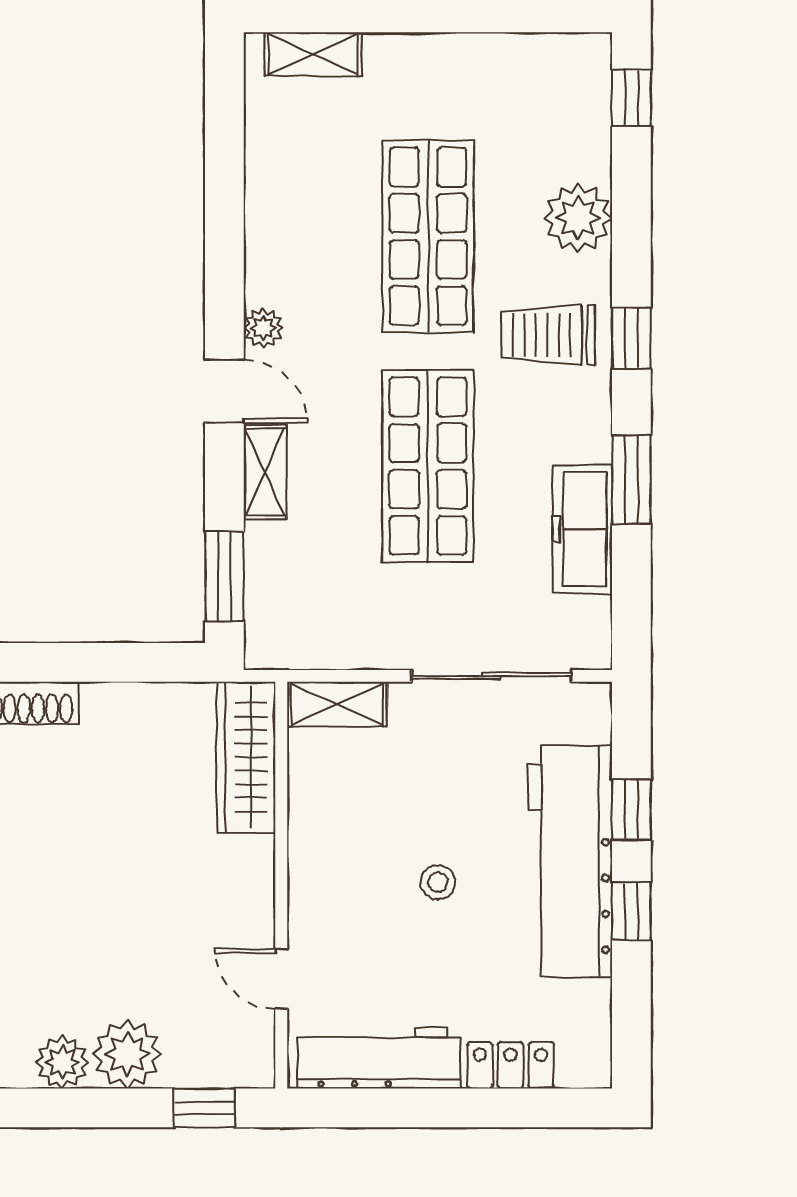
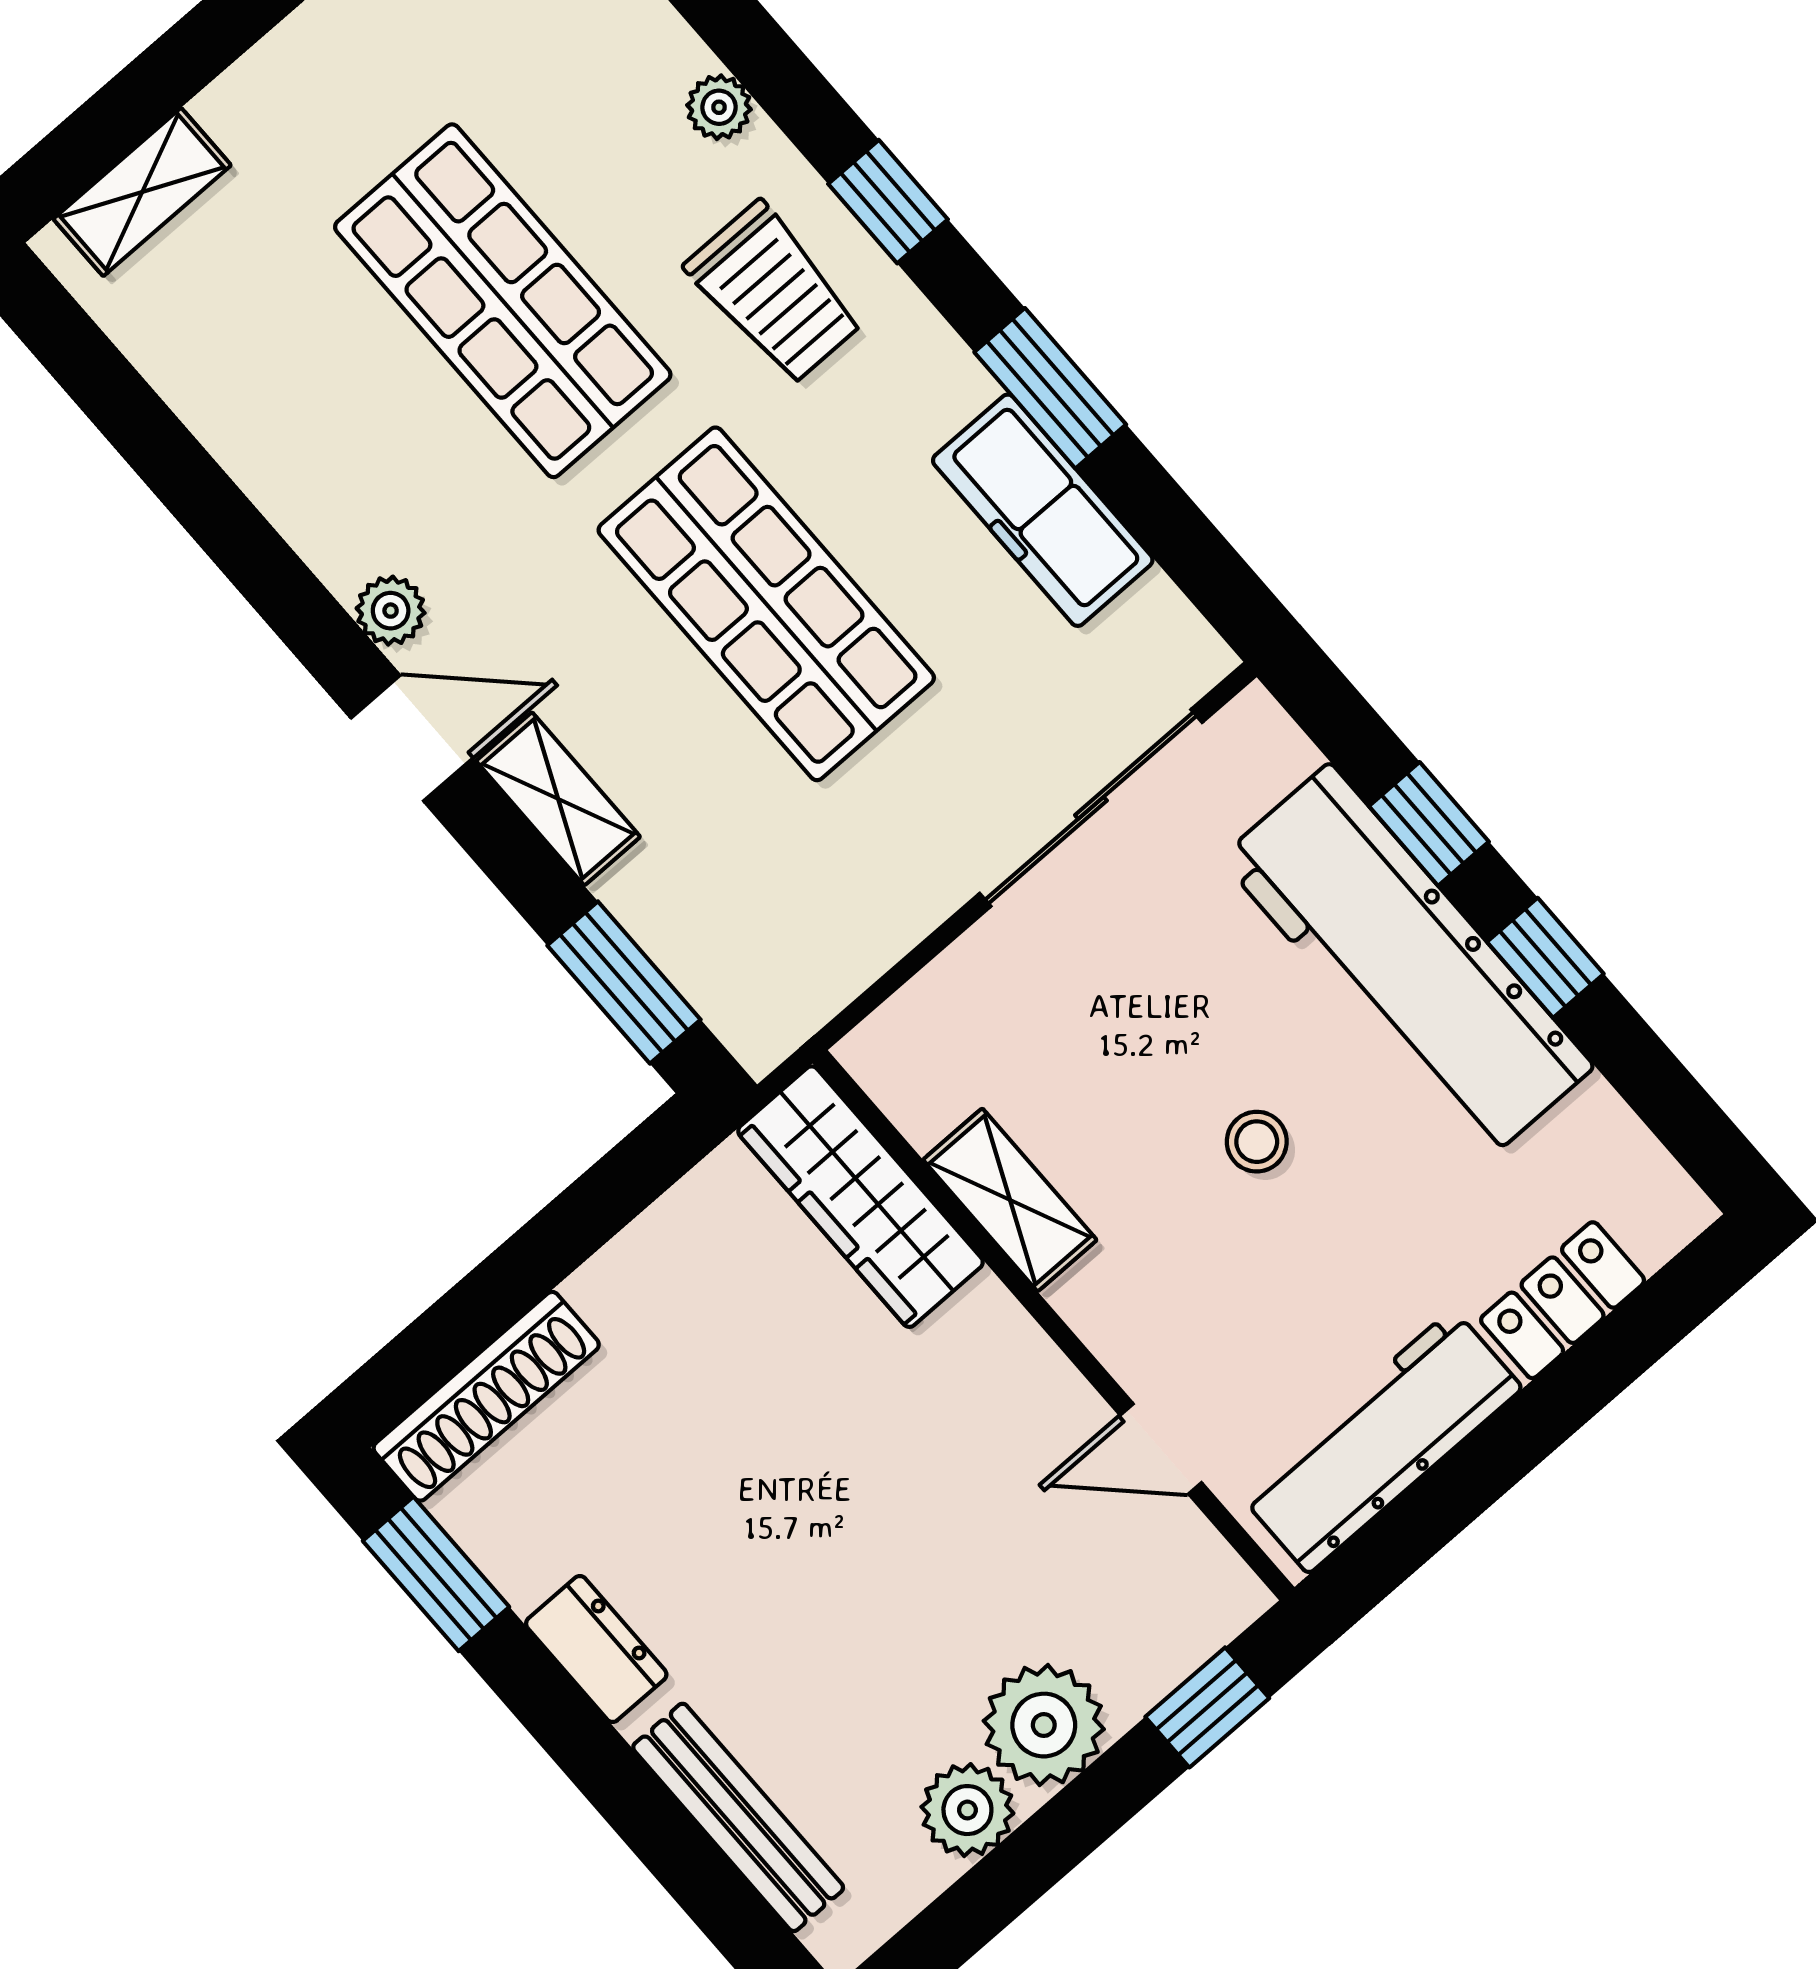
plant: (578, 218) -> (719, 107), width x0.53, depth x0.53
trolley: (548, 335) -> (774, 293), turned -90
shelving: (337, 704) -> (1010, 1200), moved, turned 90

